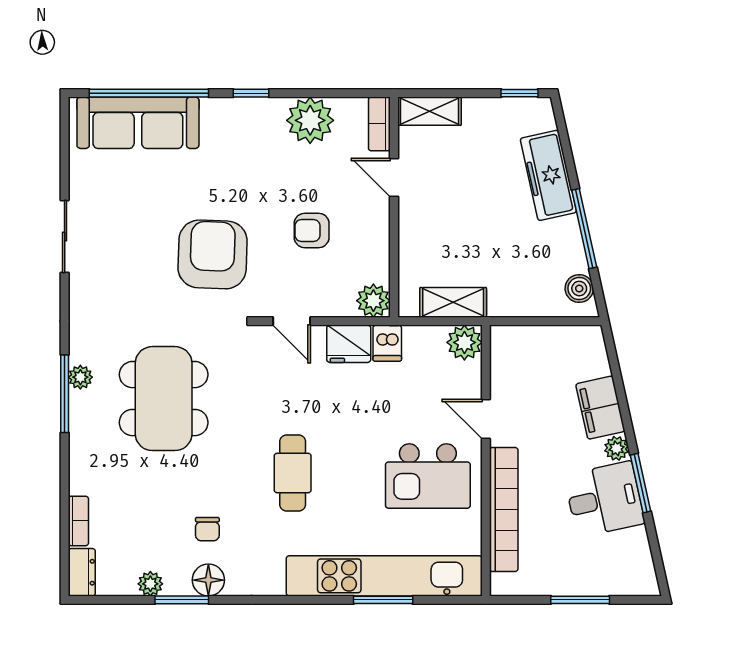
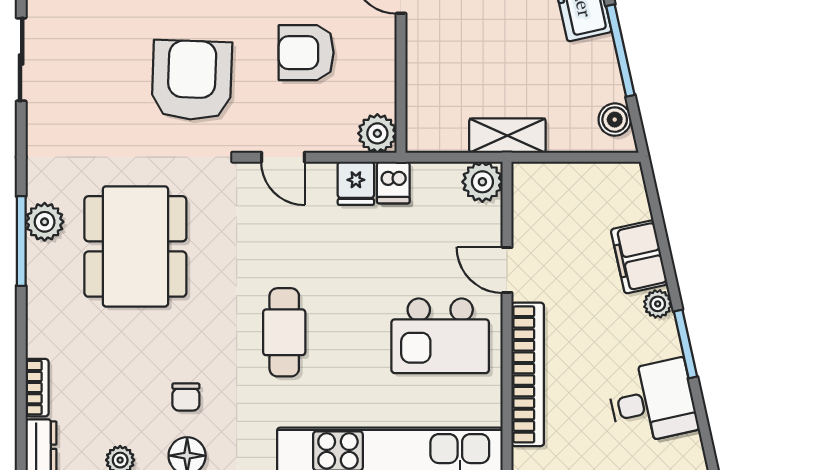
armchair: (312, 230) -> (306, 53), width x1.38, depth x1.38
shelving: (453, 302) -> (507, 136), moved
fridge: (349, 344) -> (356, 183), width x0.72
plant: (80, 377) -> (45, 222), width x1.38, depth x1.38
desk: (604, 499) -> (652, 402), moved

